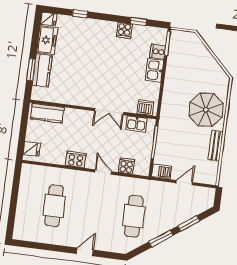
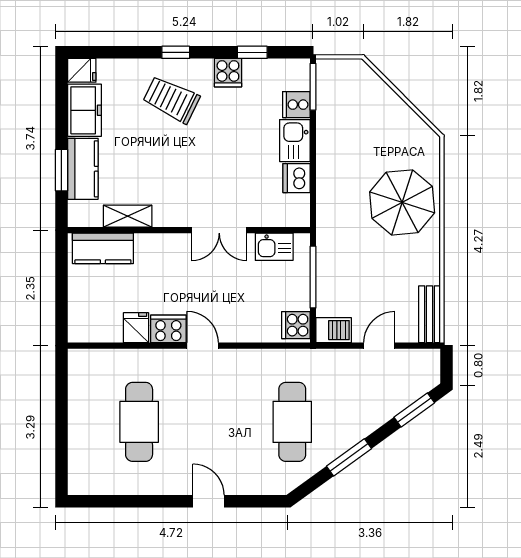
window: (80, 14) -> (176, 52), moved
trolley: (93, 40) -> (171, 100), added
shelving: (62, 98) -> (128, 216), added
dishwasher: (145, 108) -> (296, 178), moved, turned -90
bench: (216, 146) -> (430, 314), moved
fridge: (32, 149) -> (136, 328), moved, turned -90
cooker: (126, 166) -> (296, 325), moved, turned -90
door: (103, 172) -> (203, 346), moved
window: (189, 223) -> (414, 410), moved
door: (85, 252) -> (208, 501), hinge flipped

